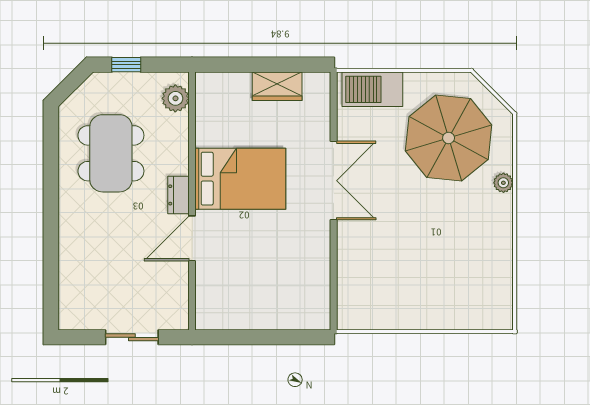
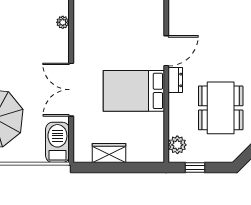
window: (126, 65) -> (195, 167), moved
barbecue: (372, 89) -> (57, 142), moved, turned -90
plant: (346, 281) -> (63, 22), added

